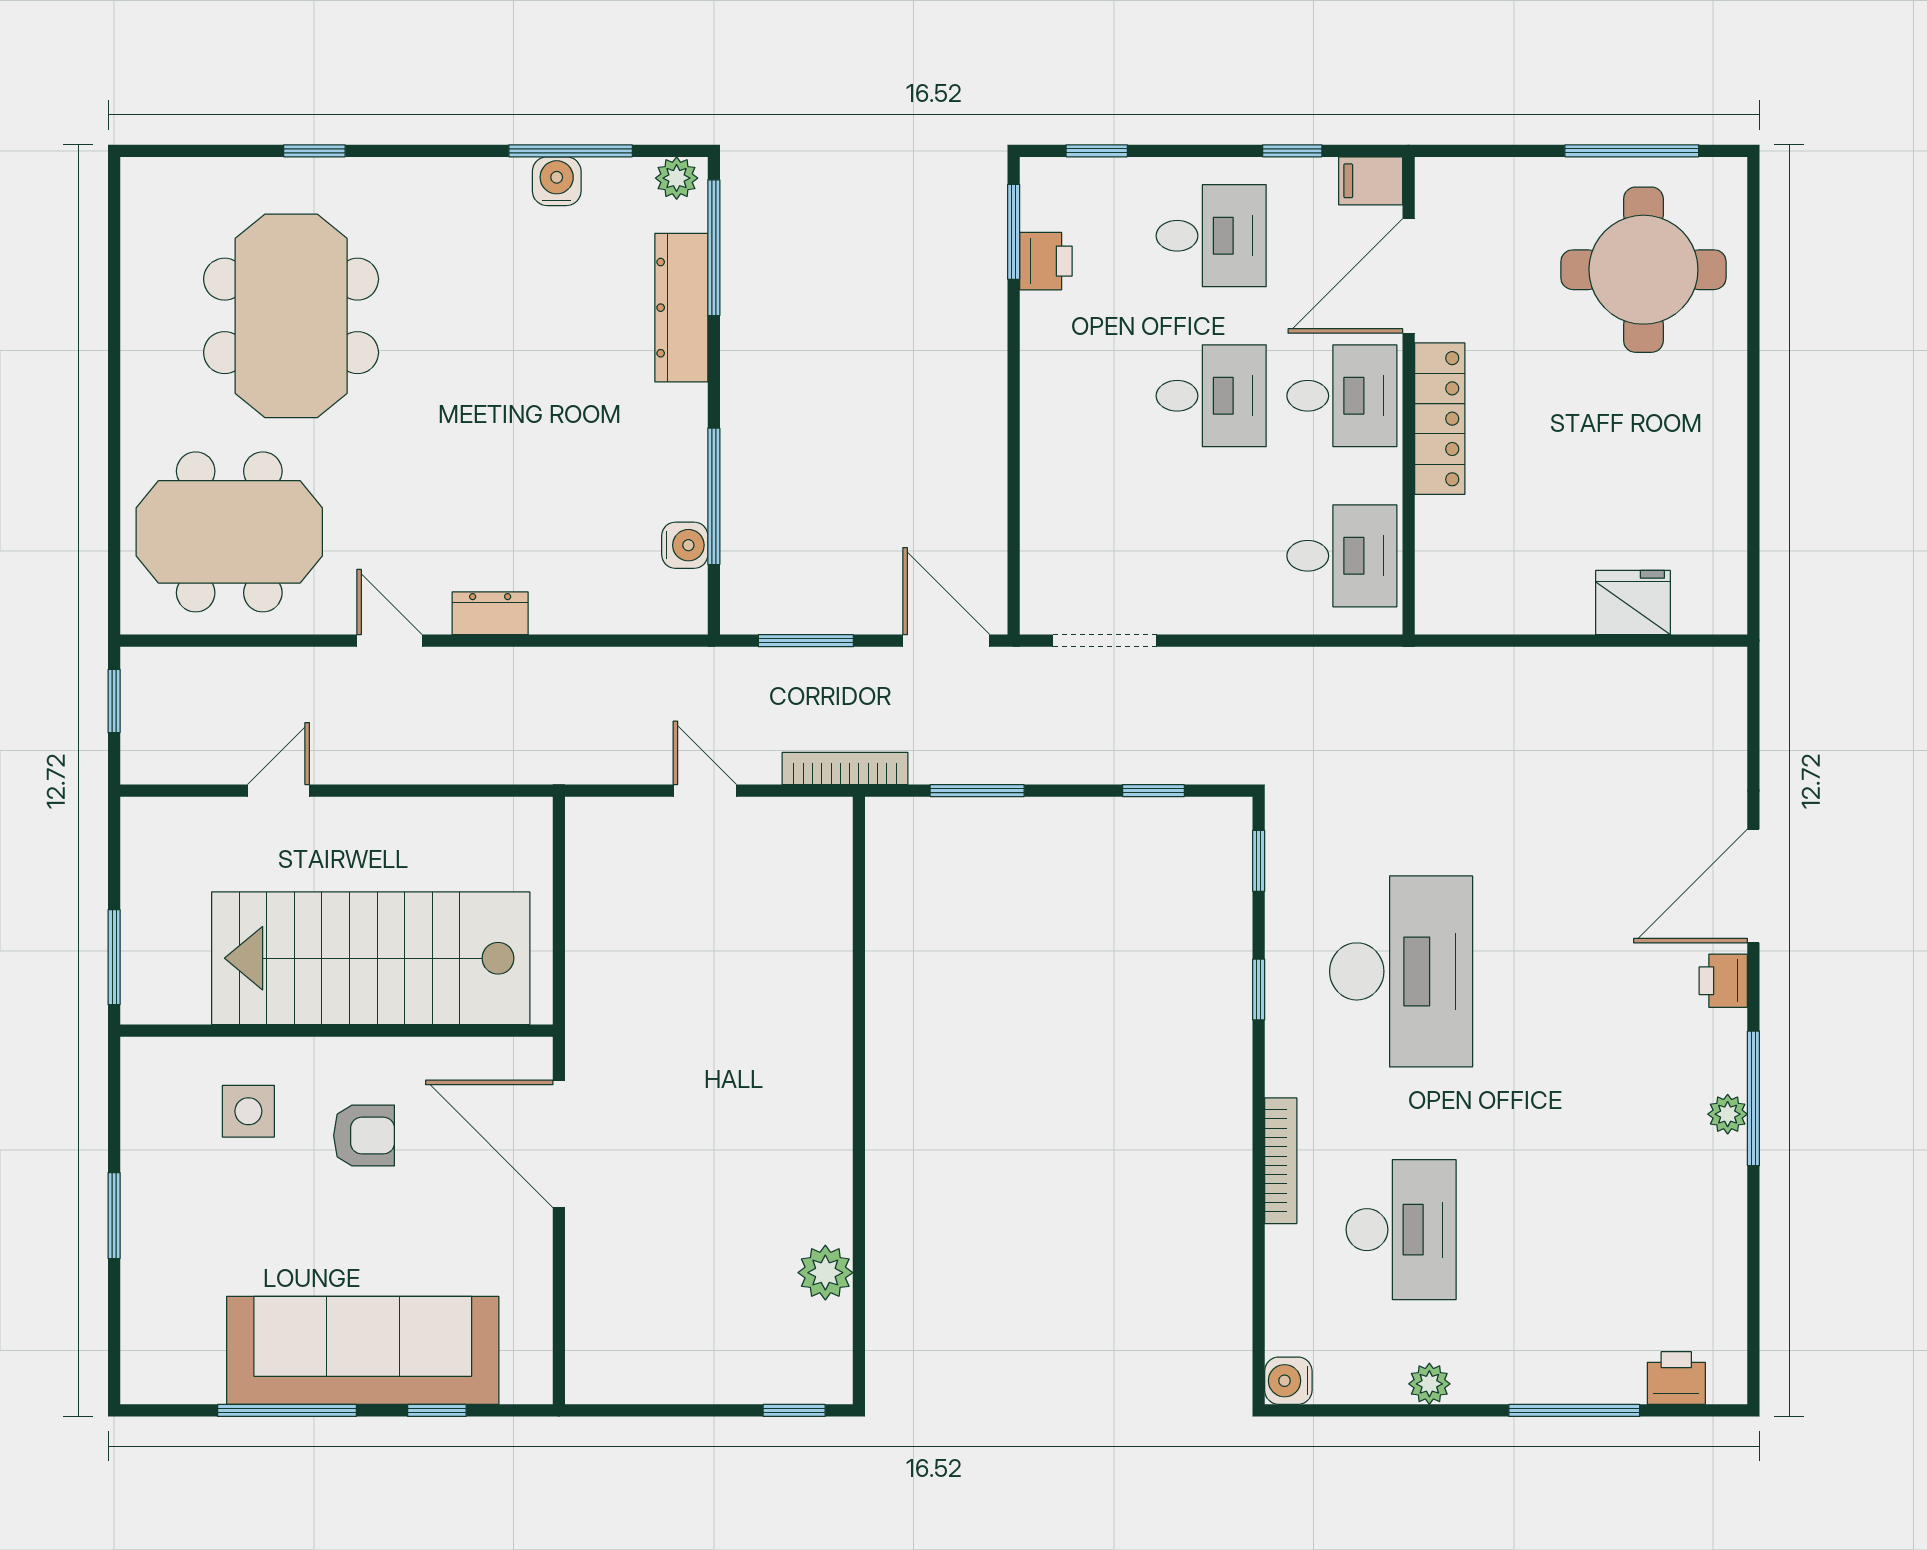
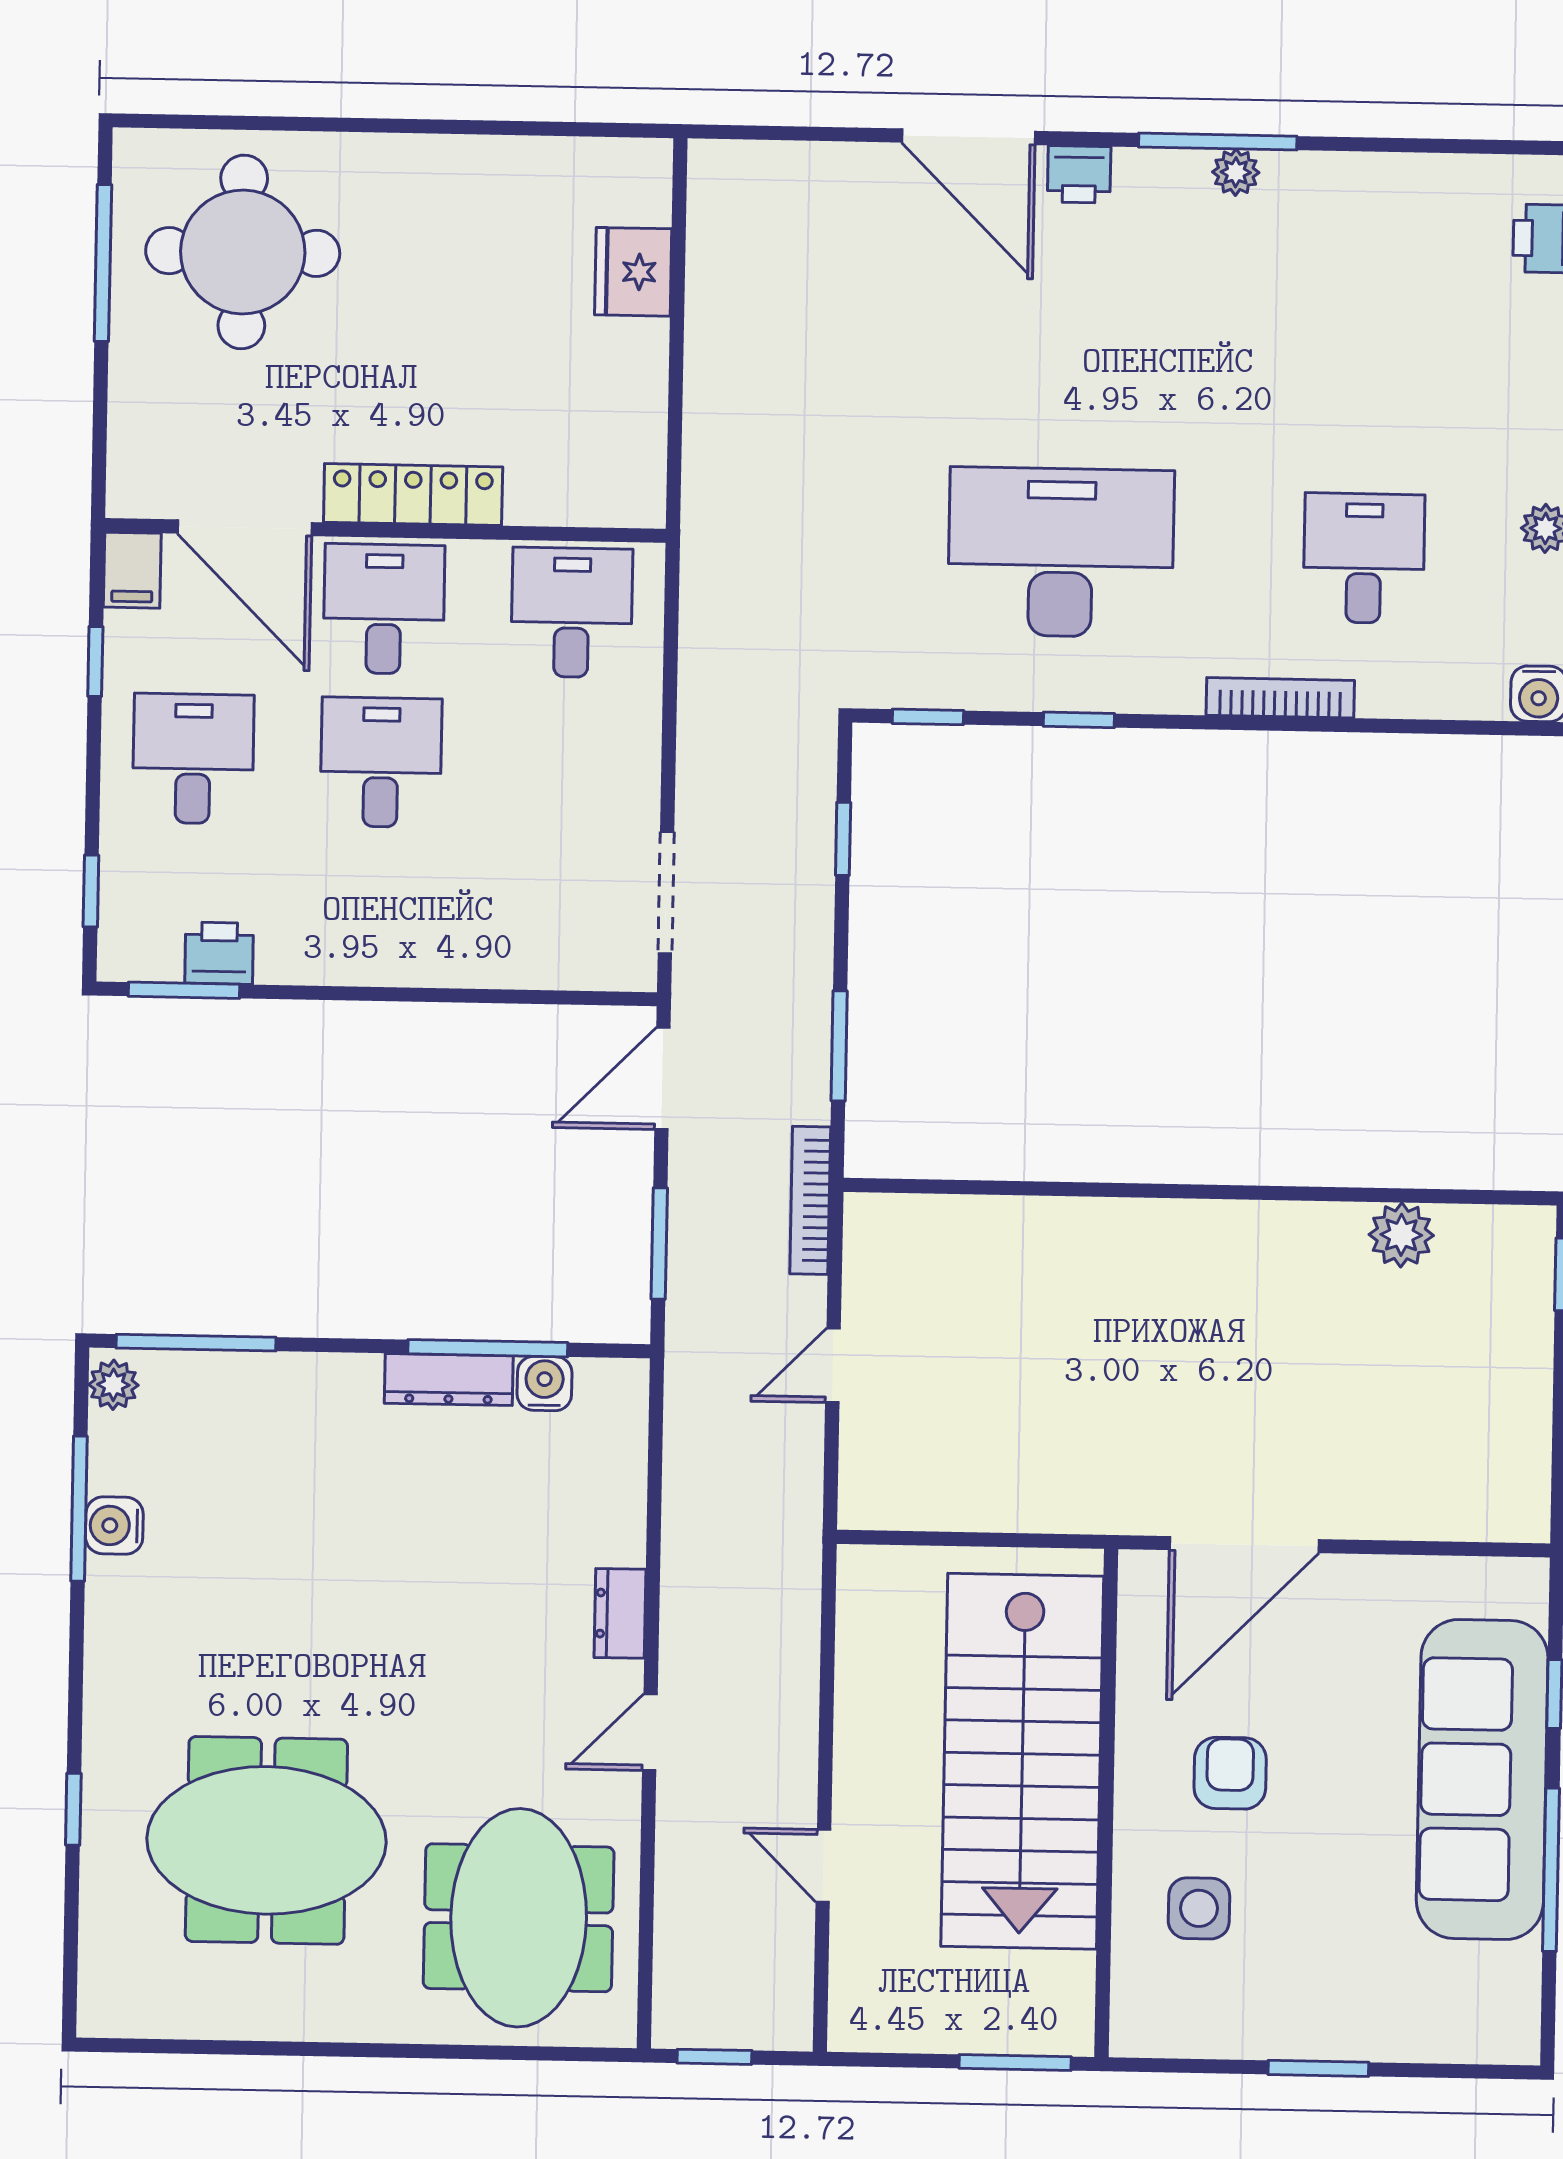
dresser: (681, 308) -> (449, 1379), moved, width x0.73, depth x0.80
desk: (1401, 1230) -> (1364, 558), width x0.73

